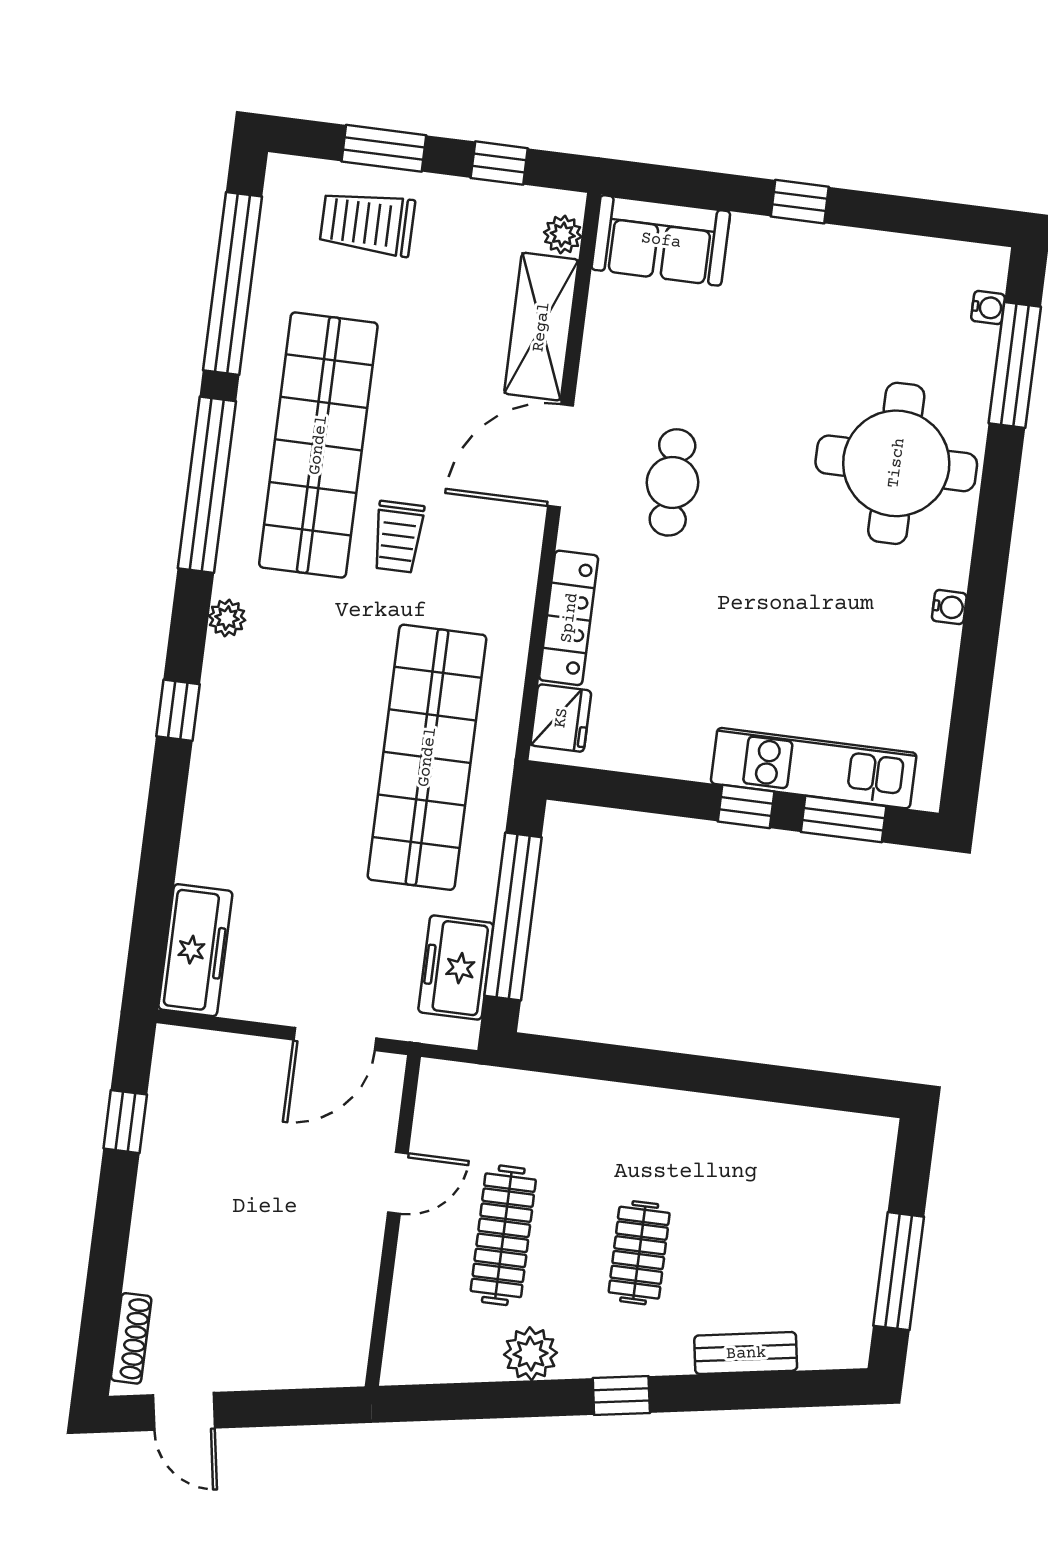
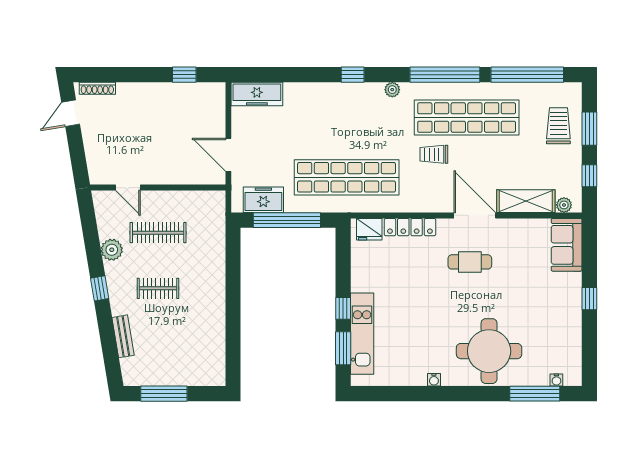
door: (398, 1183) -> (128, 188), moved

